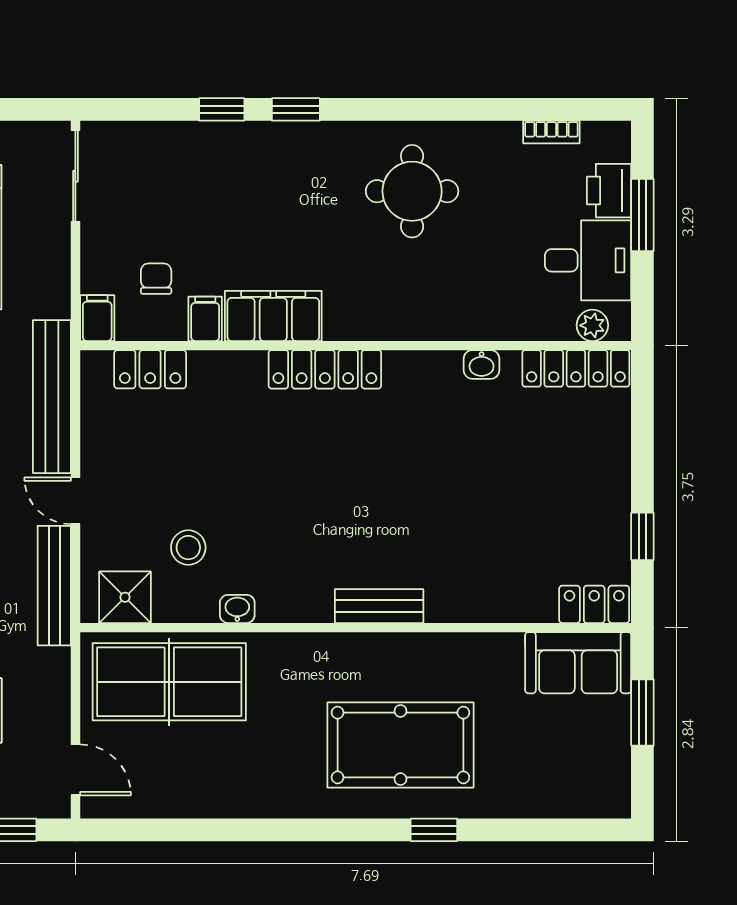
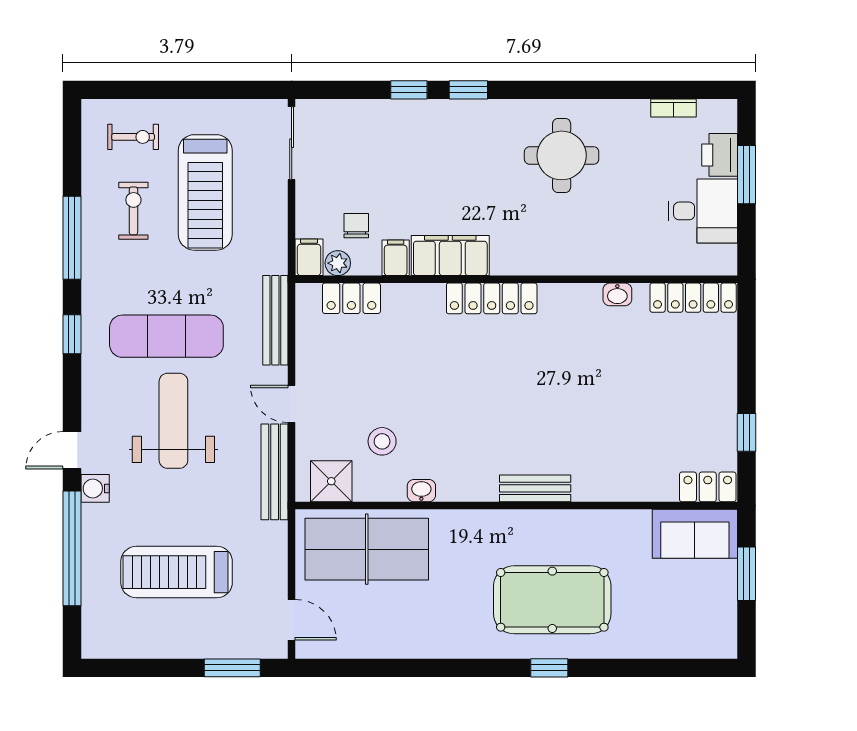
plant: (592, 325) -> (338, 263), moved
bench: (52, 397) -> (275, 320), width x0.73, depth x0.82
window: (434, 830) -> (549, 668), moved

